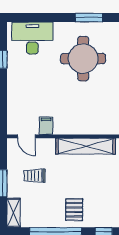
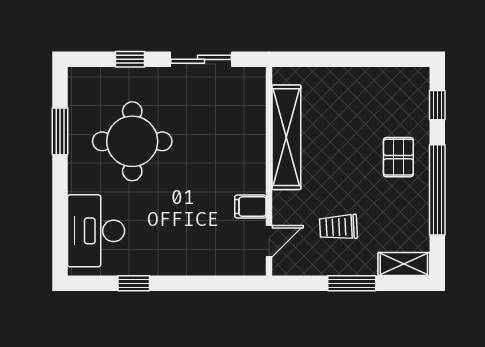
trolley: (34, 176) -> (338, 227), turned 87
pallet: (74, 210) -> (398, 157), turned 90

